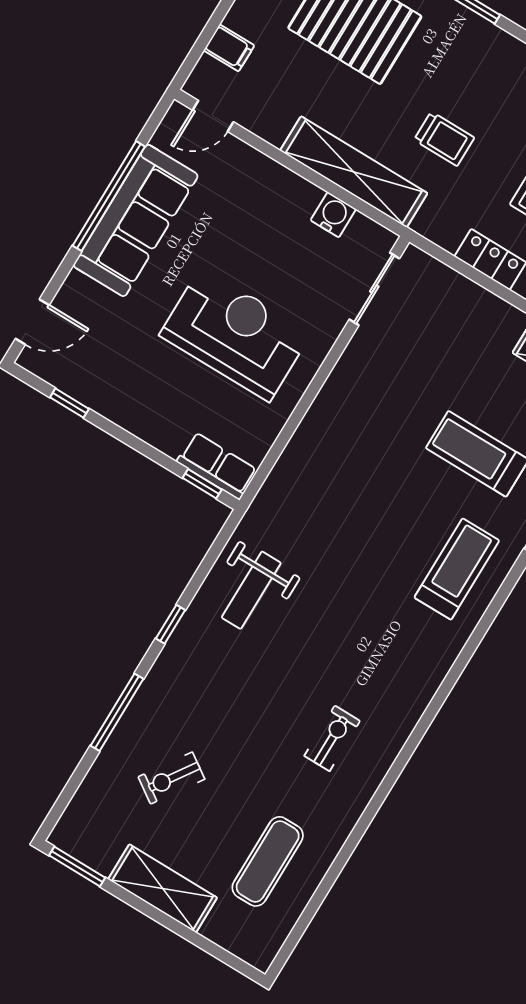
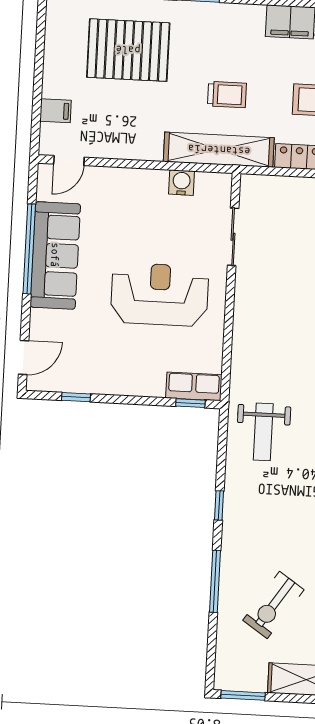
shelving: (354, 172) -> (219, 150), moved
sliding door: (374, 289) -> (233, 237), moved
weight bench: (251, 590) -> (263, 432), moved
exercise bike: (171, 778) -> (273, 605), width x1.38, depth x1.39

